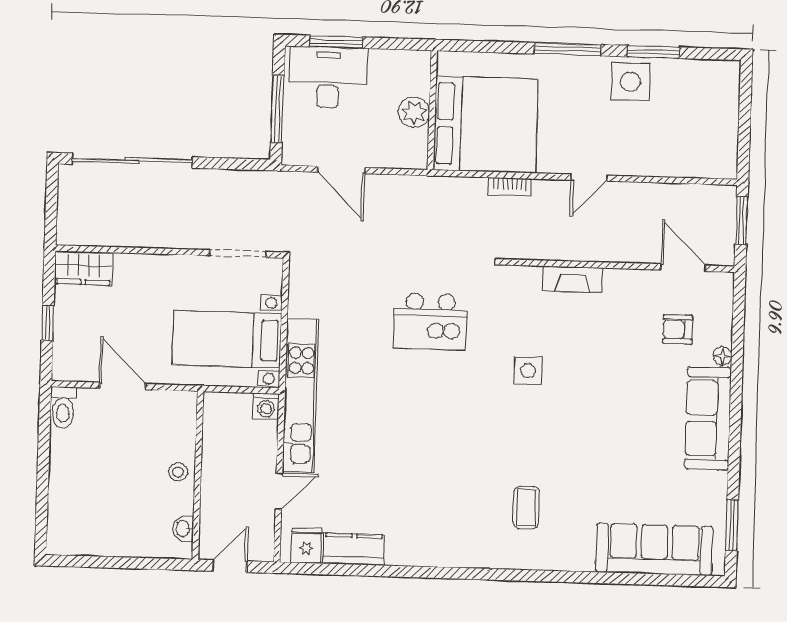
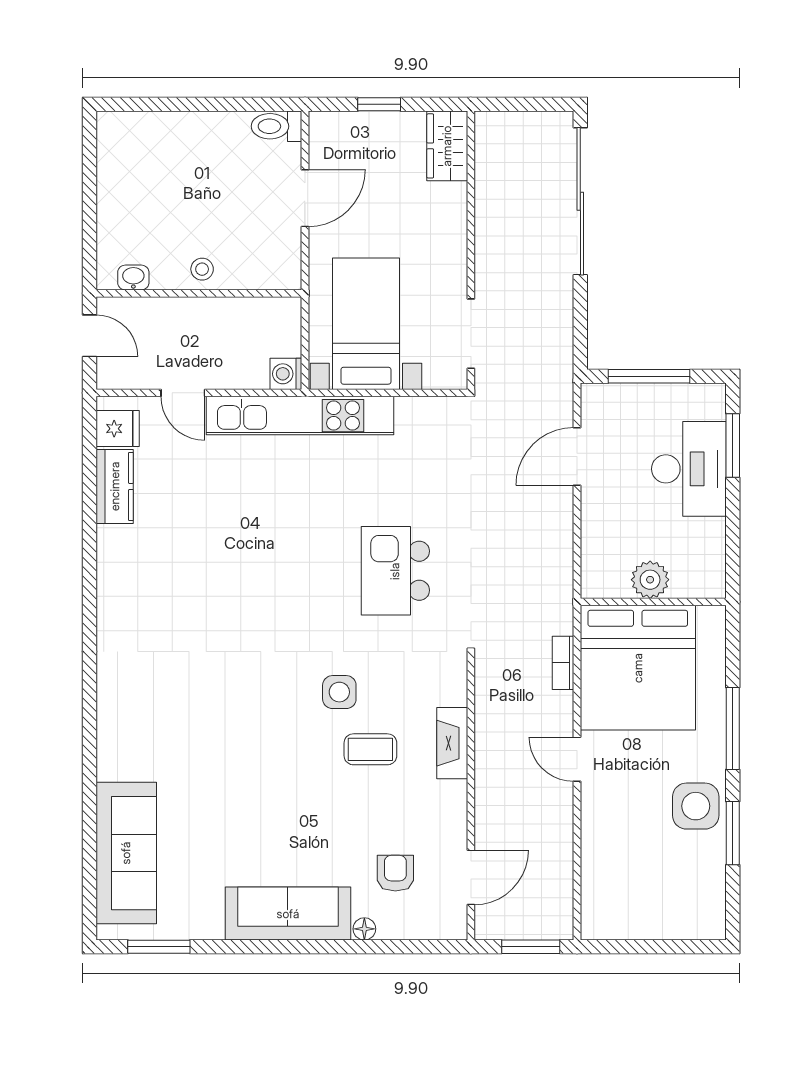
desk: (328, 78) -> (689, 469), moved
wall: (432, 110) -> (653, 602), moved
plant: (414, 112) -> (650, 580), moved
bed: (486, 125) -> (638, 668), moved
coffee table: (526, 507) -> (370, 749), moved

